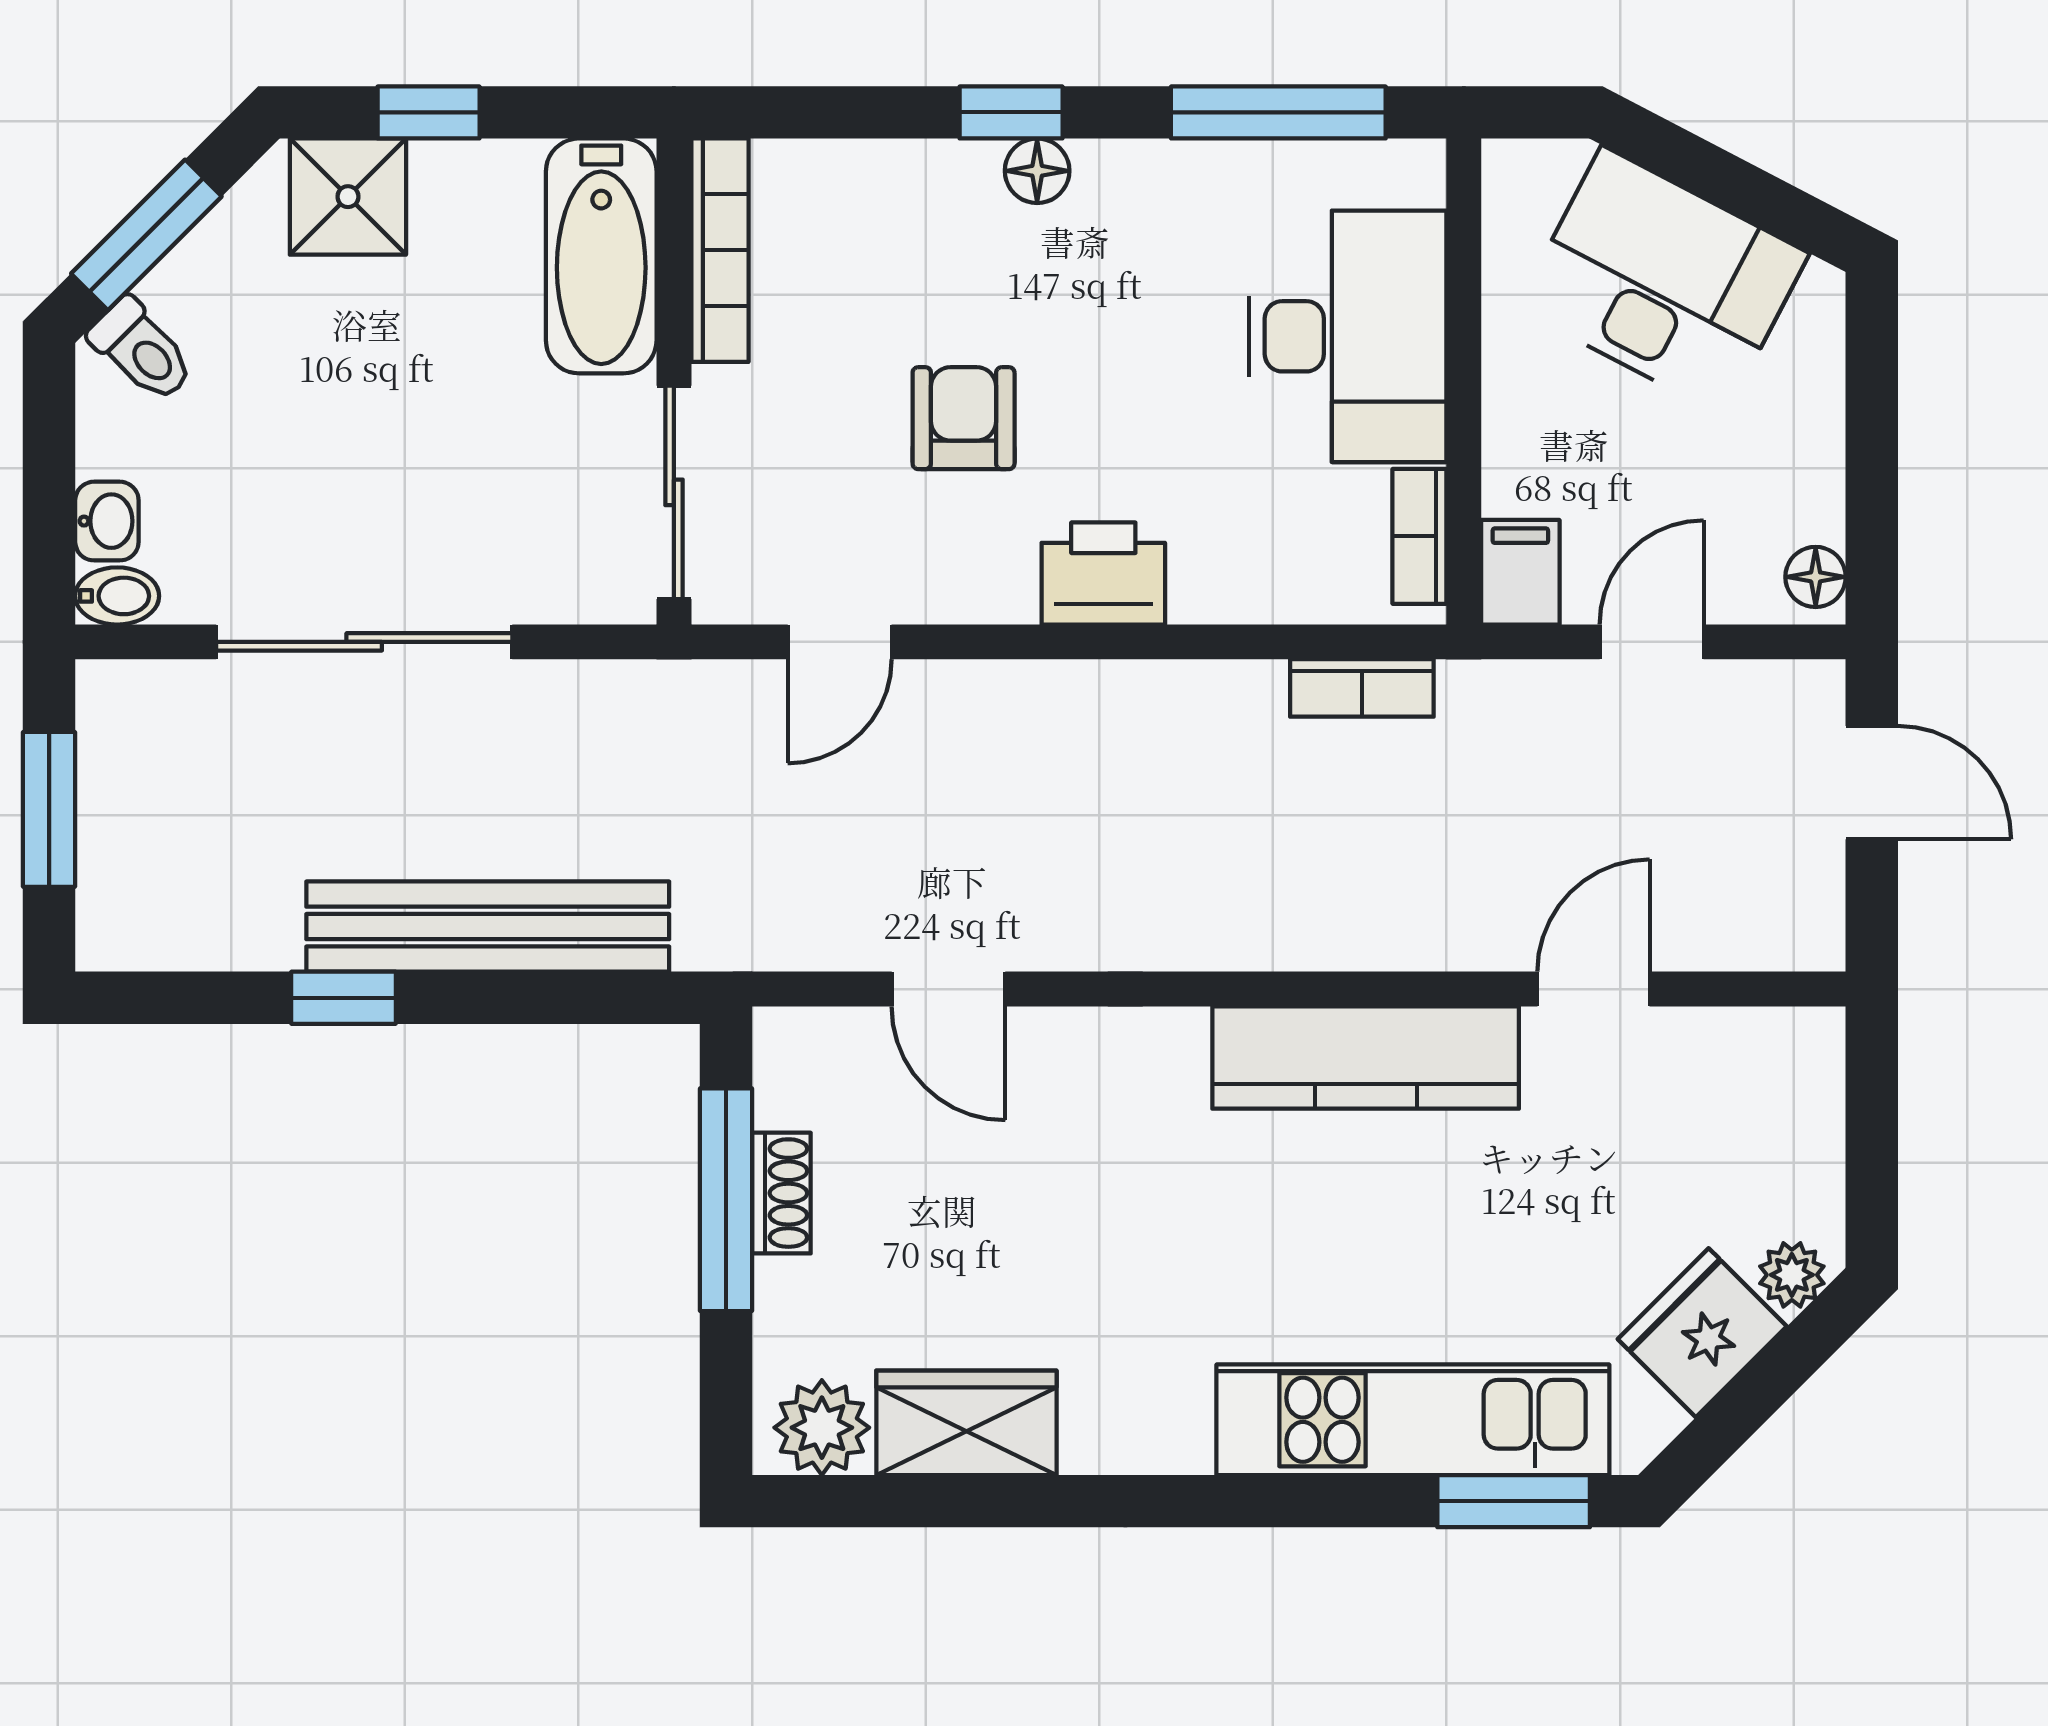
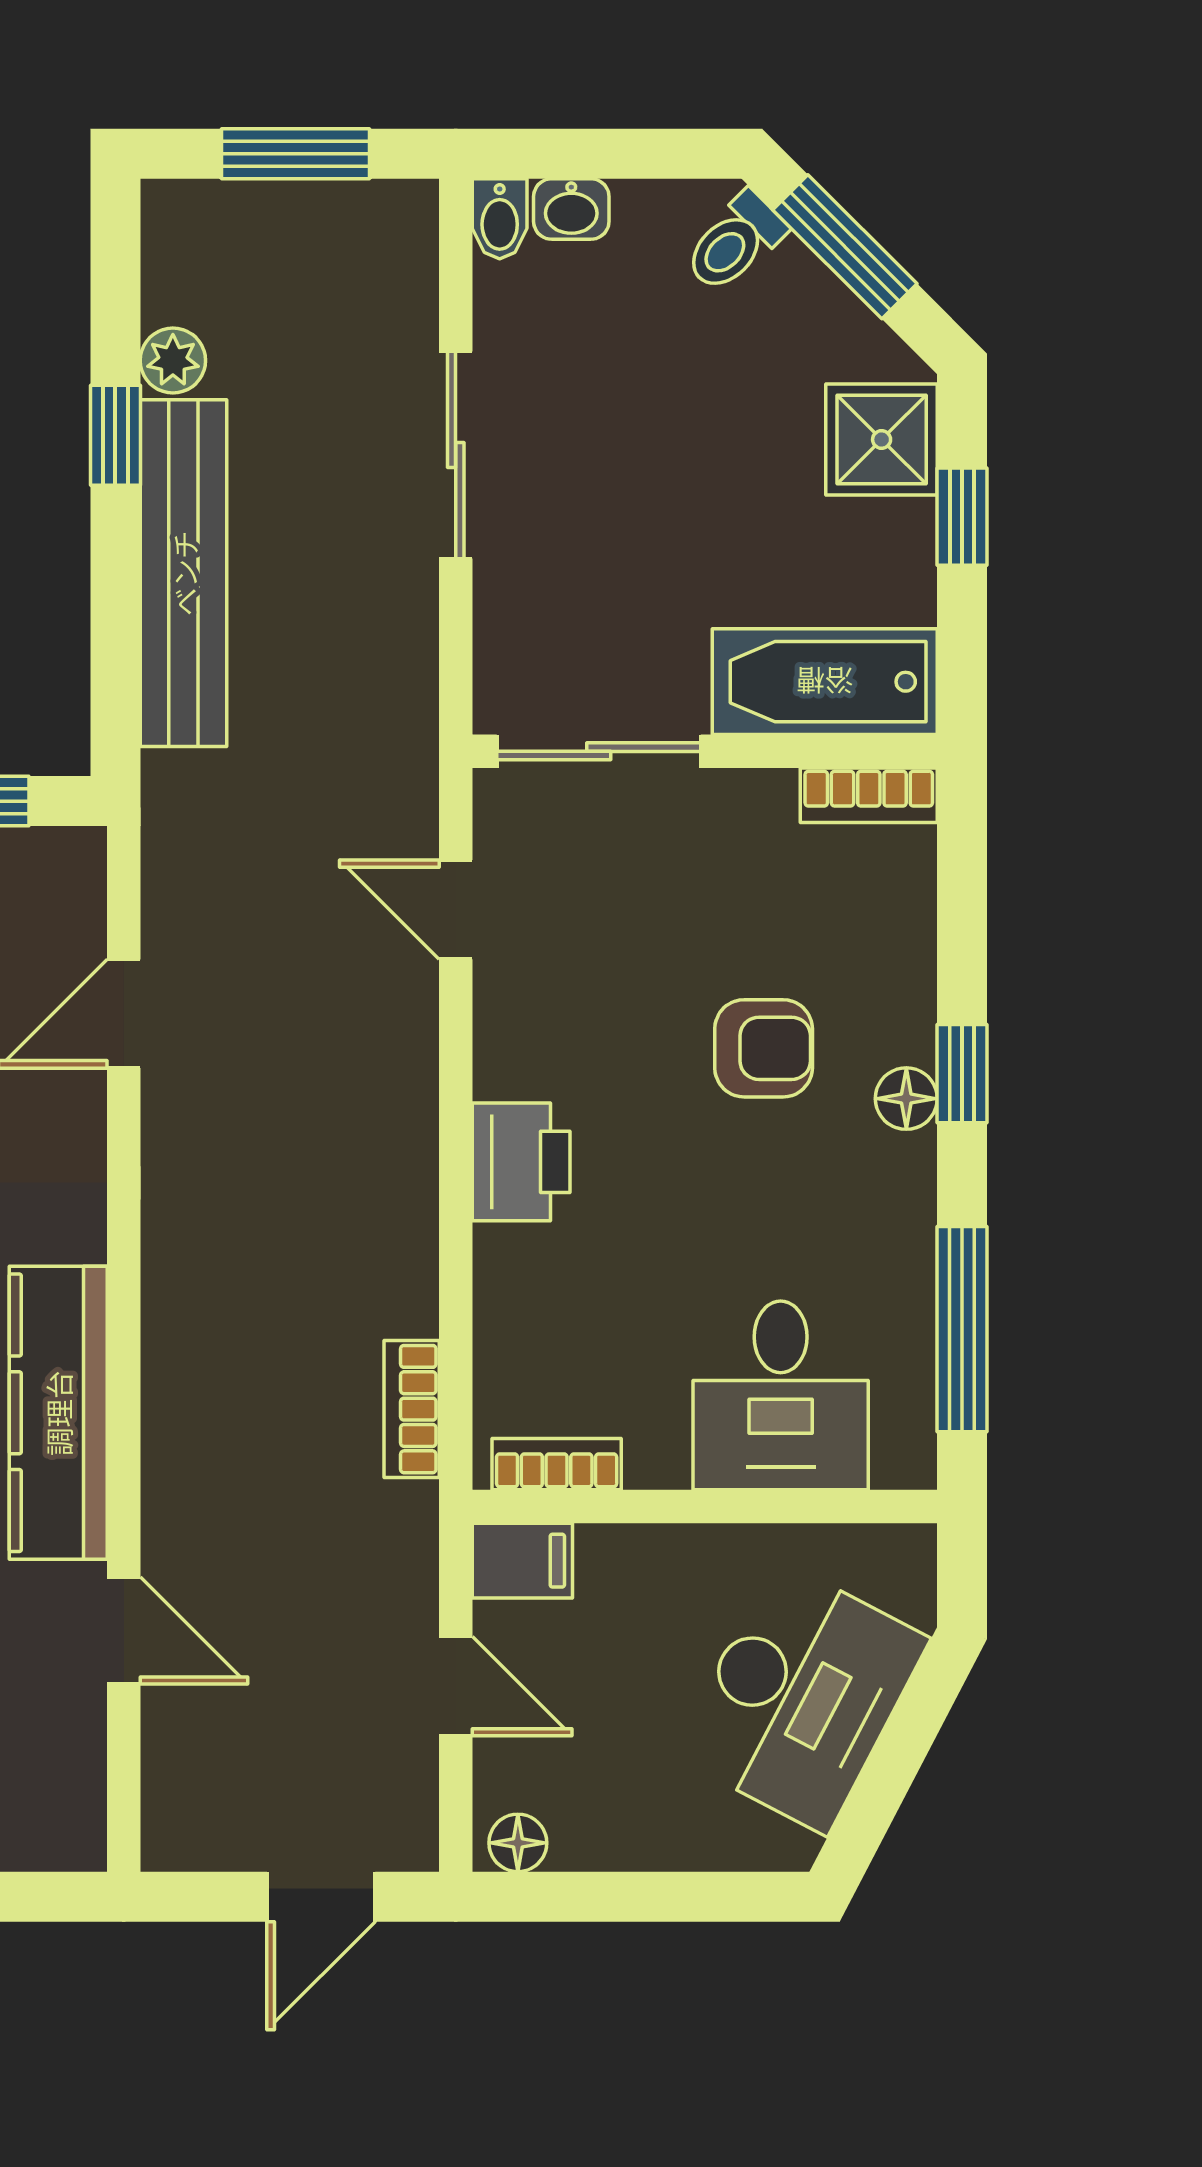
bookcase: (720, 250) -> (869, 795), width x0.64
desk: (1348, 336) -> (781, 1395), width x0.73
armchair: (964, 418) -> (764, 1048), moved
sliding door: (364, 642) -> (456, 455), width x0.73
plant: (265, 938) -> (173, 361), added

